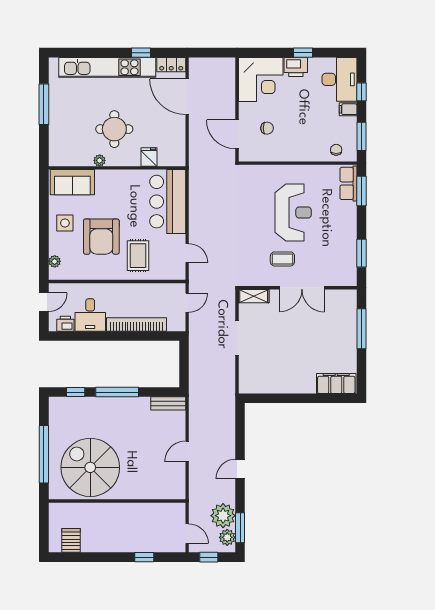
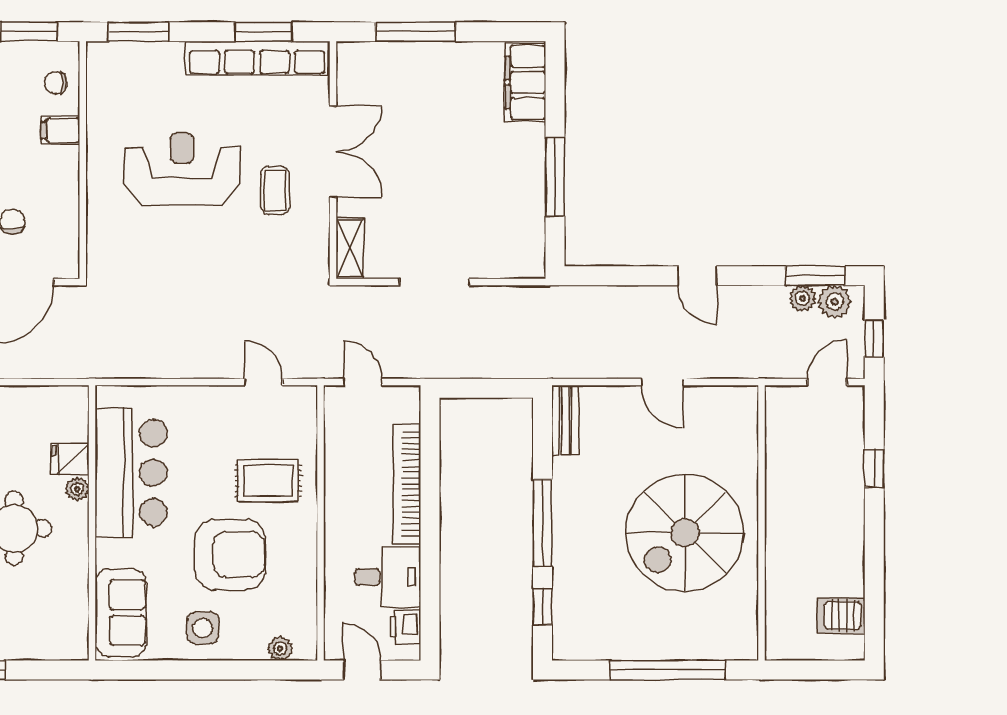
filing cabinet: (313, 152) -> (60, 130), added
plant: (100, 160) -> (77, 489), moved
row of seats: (348, 183) -> (257, 58), moved, width x2.02
bar counter: (168, 202) -> (131, 473), moved, turned -90
door: (187, 253) -> (263, 382), hinge flipped
window: (289, 398) -> (555, 177), added
spiral stairs: (90, 467) -> (685, 533), moved
plant: (223, 516) -> (802, 298), width x0.53, depth x0.53

